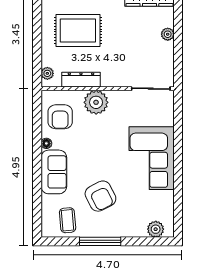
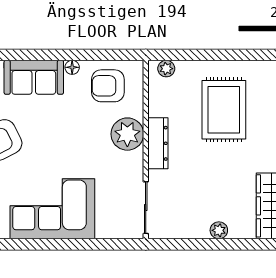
dresser: (81, 80) -> (158, 143), moved

